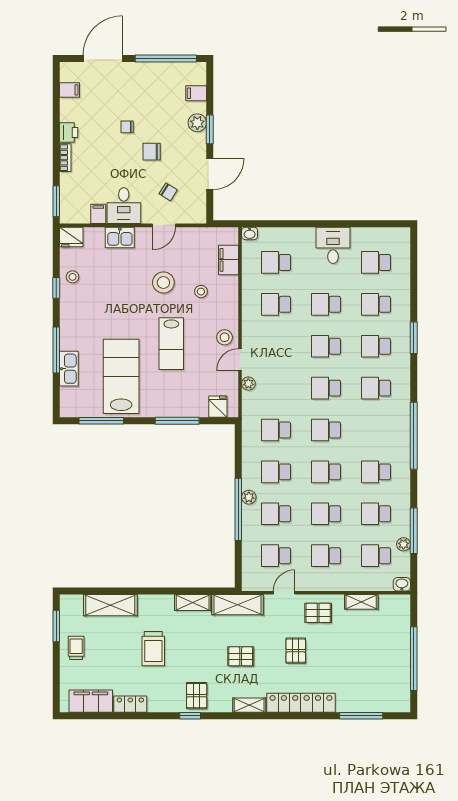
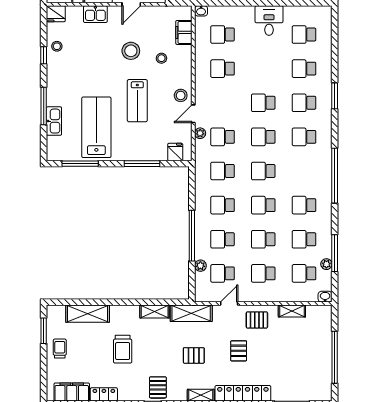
school desk: (326, 304) -> (223, 137), moved
plant: (249, 497) -> (200, 266), moved

